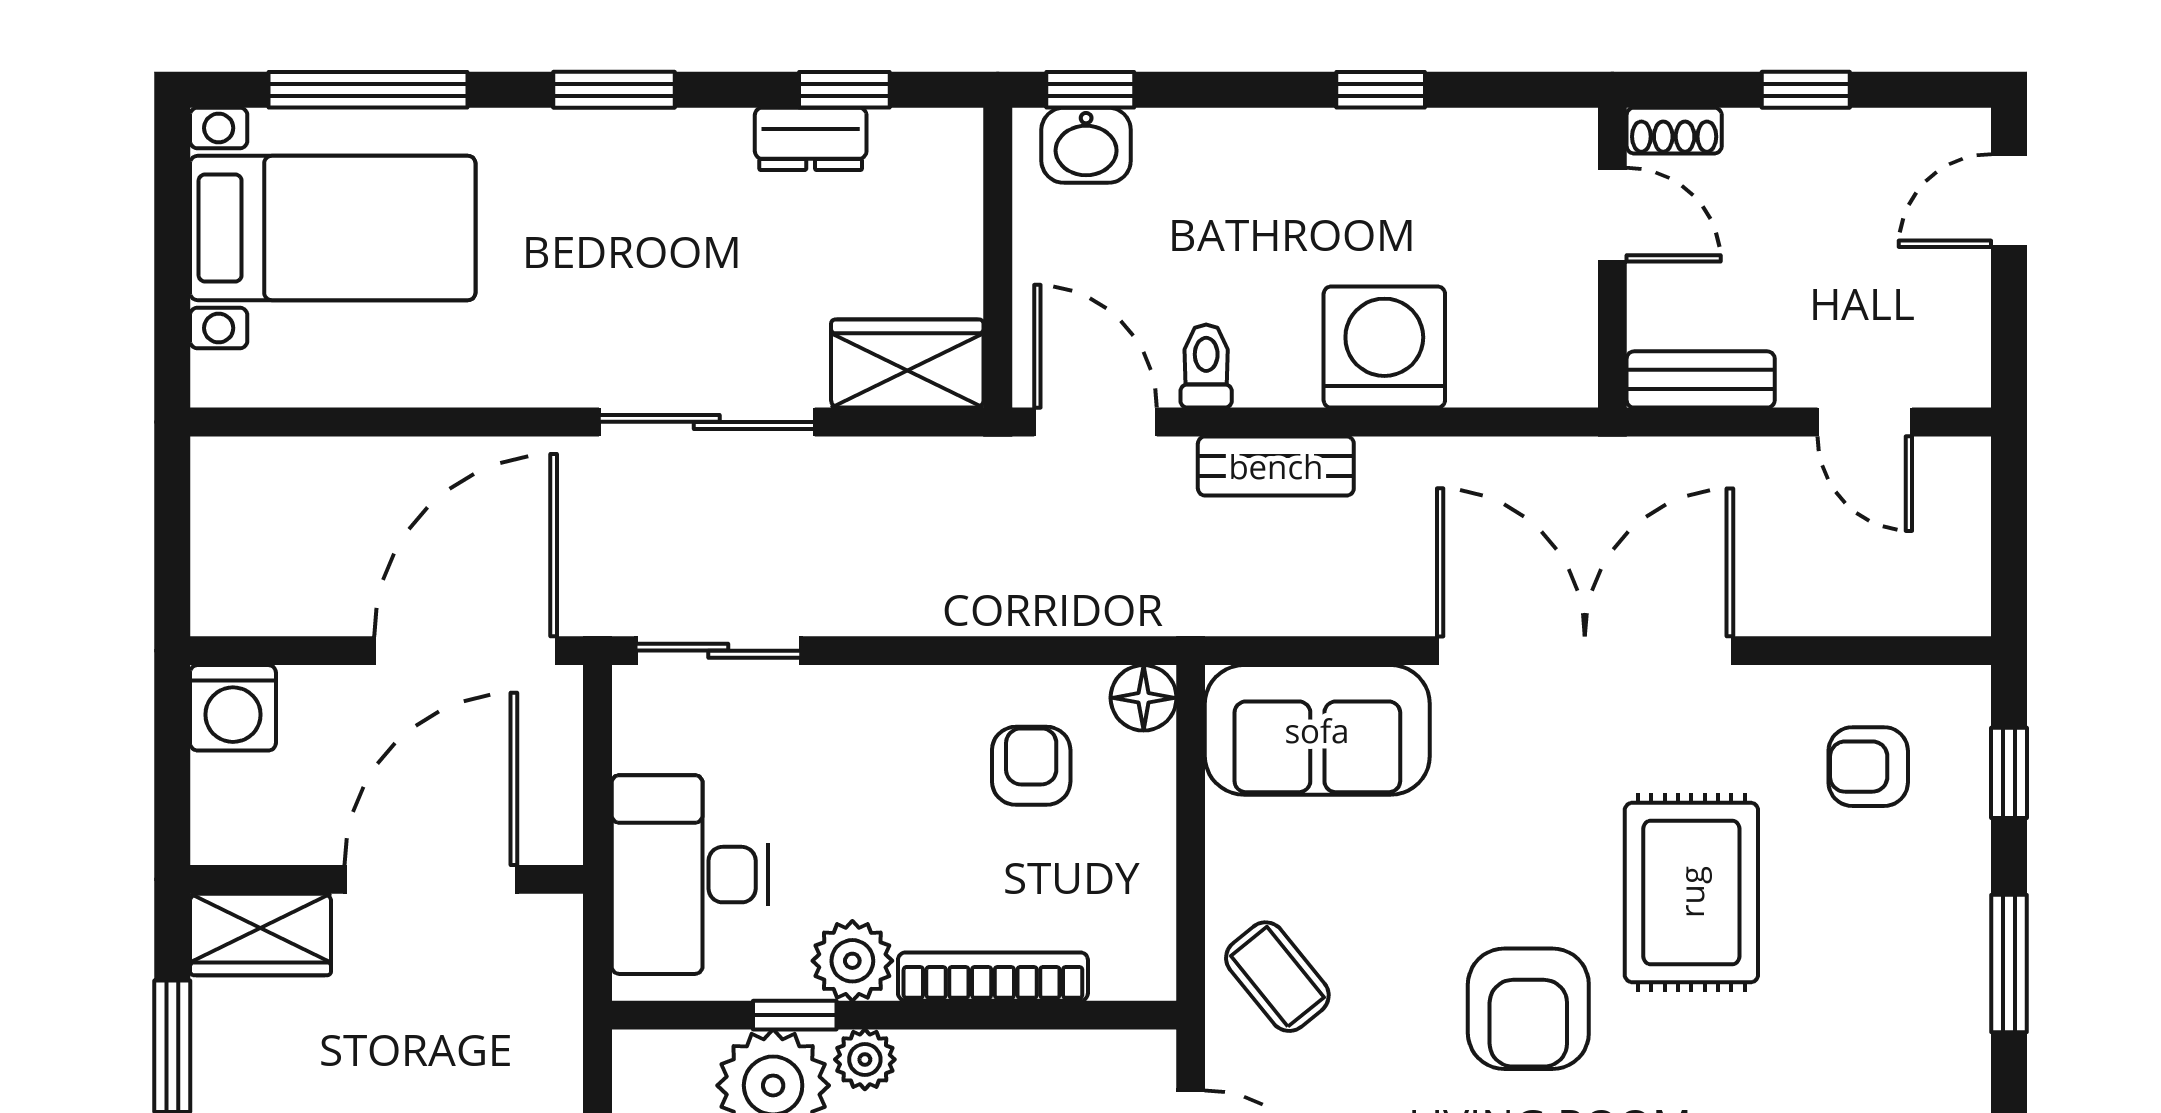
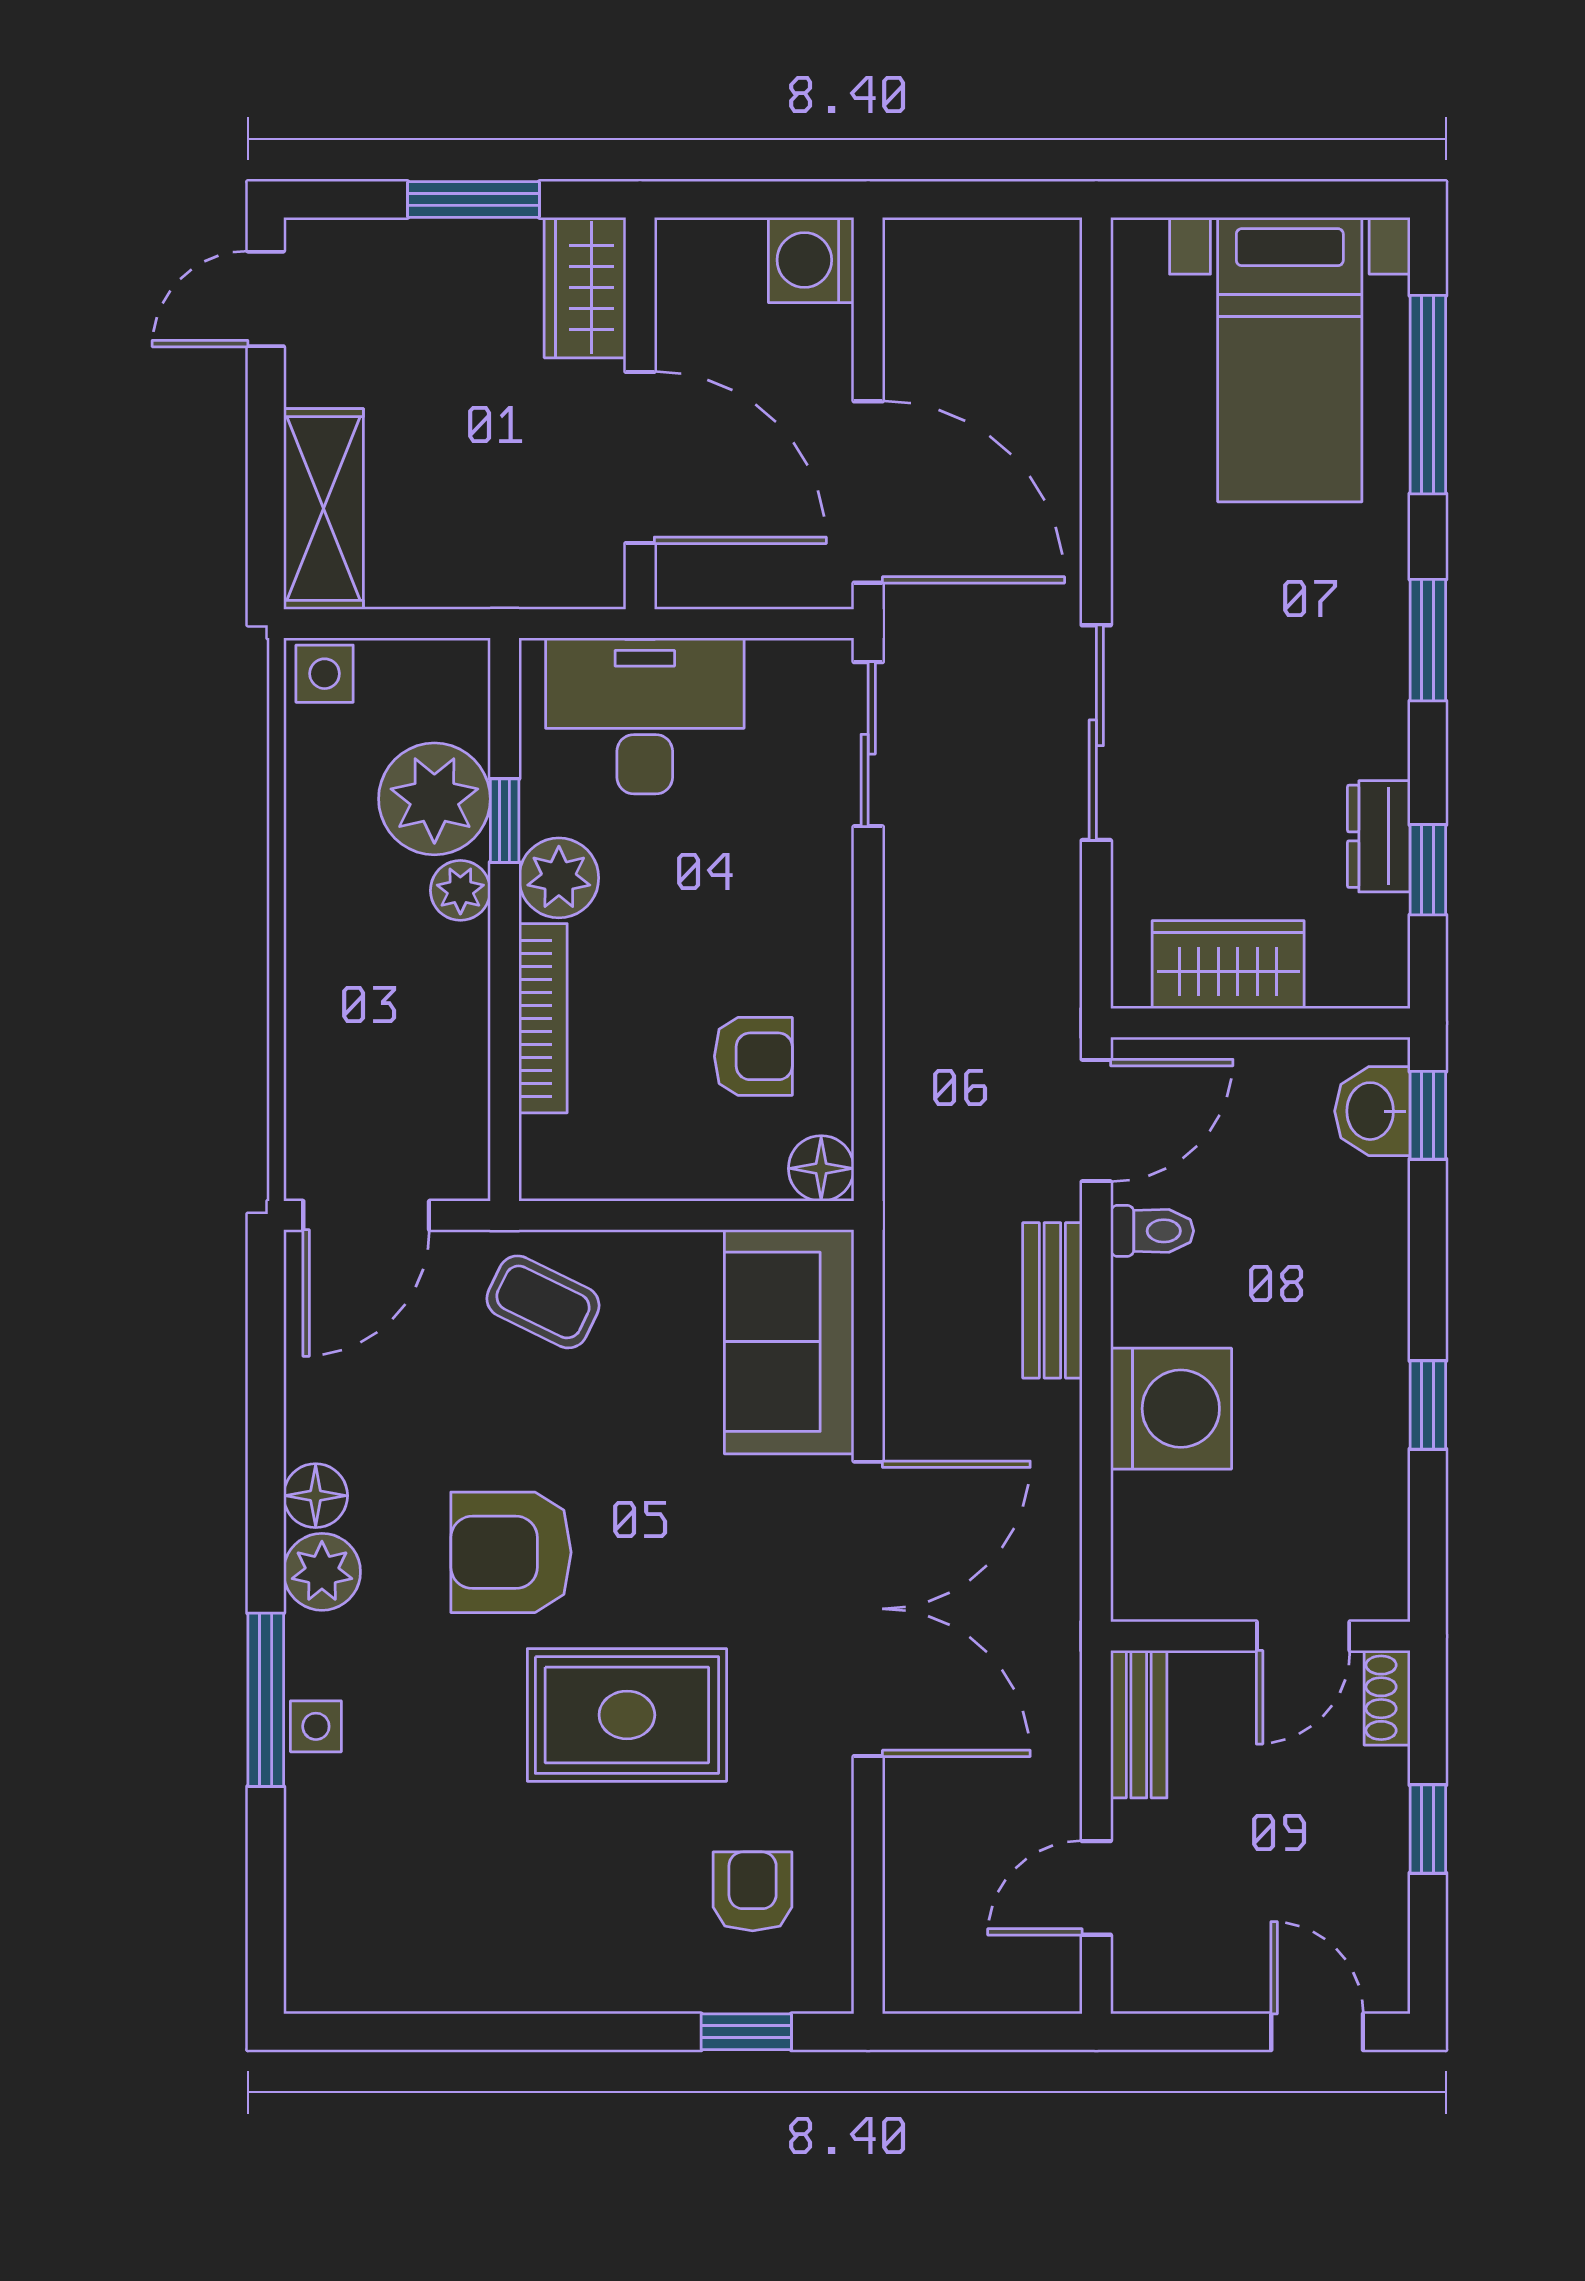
wardrobe: (907, 364) -> (1228, 965), moved, turned -90
window: (2009, 963) -> (556, 2032), removed
coffee table: (1277, 977) -> (543, 1302), turned 65

